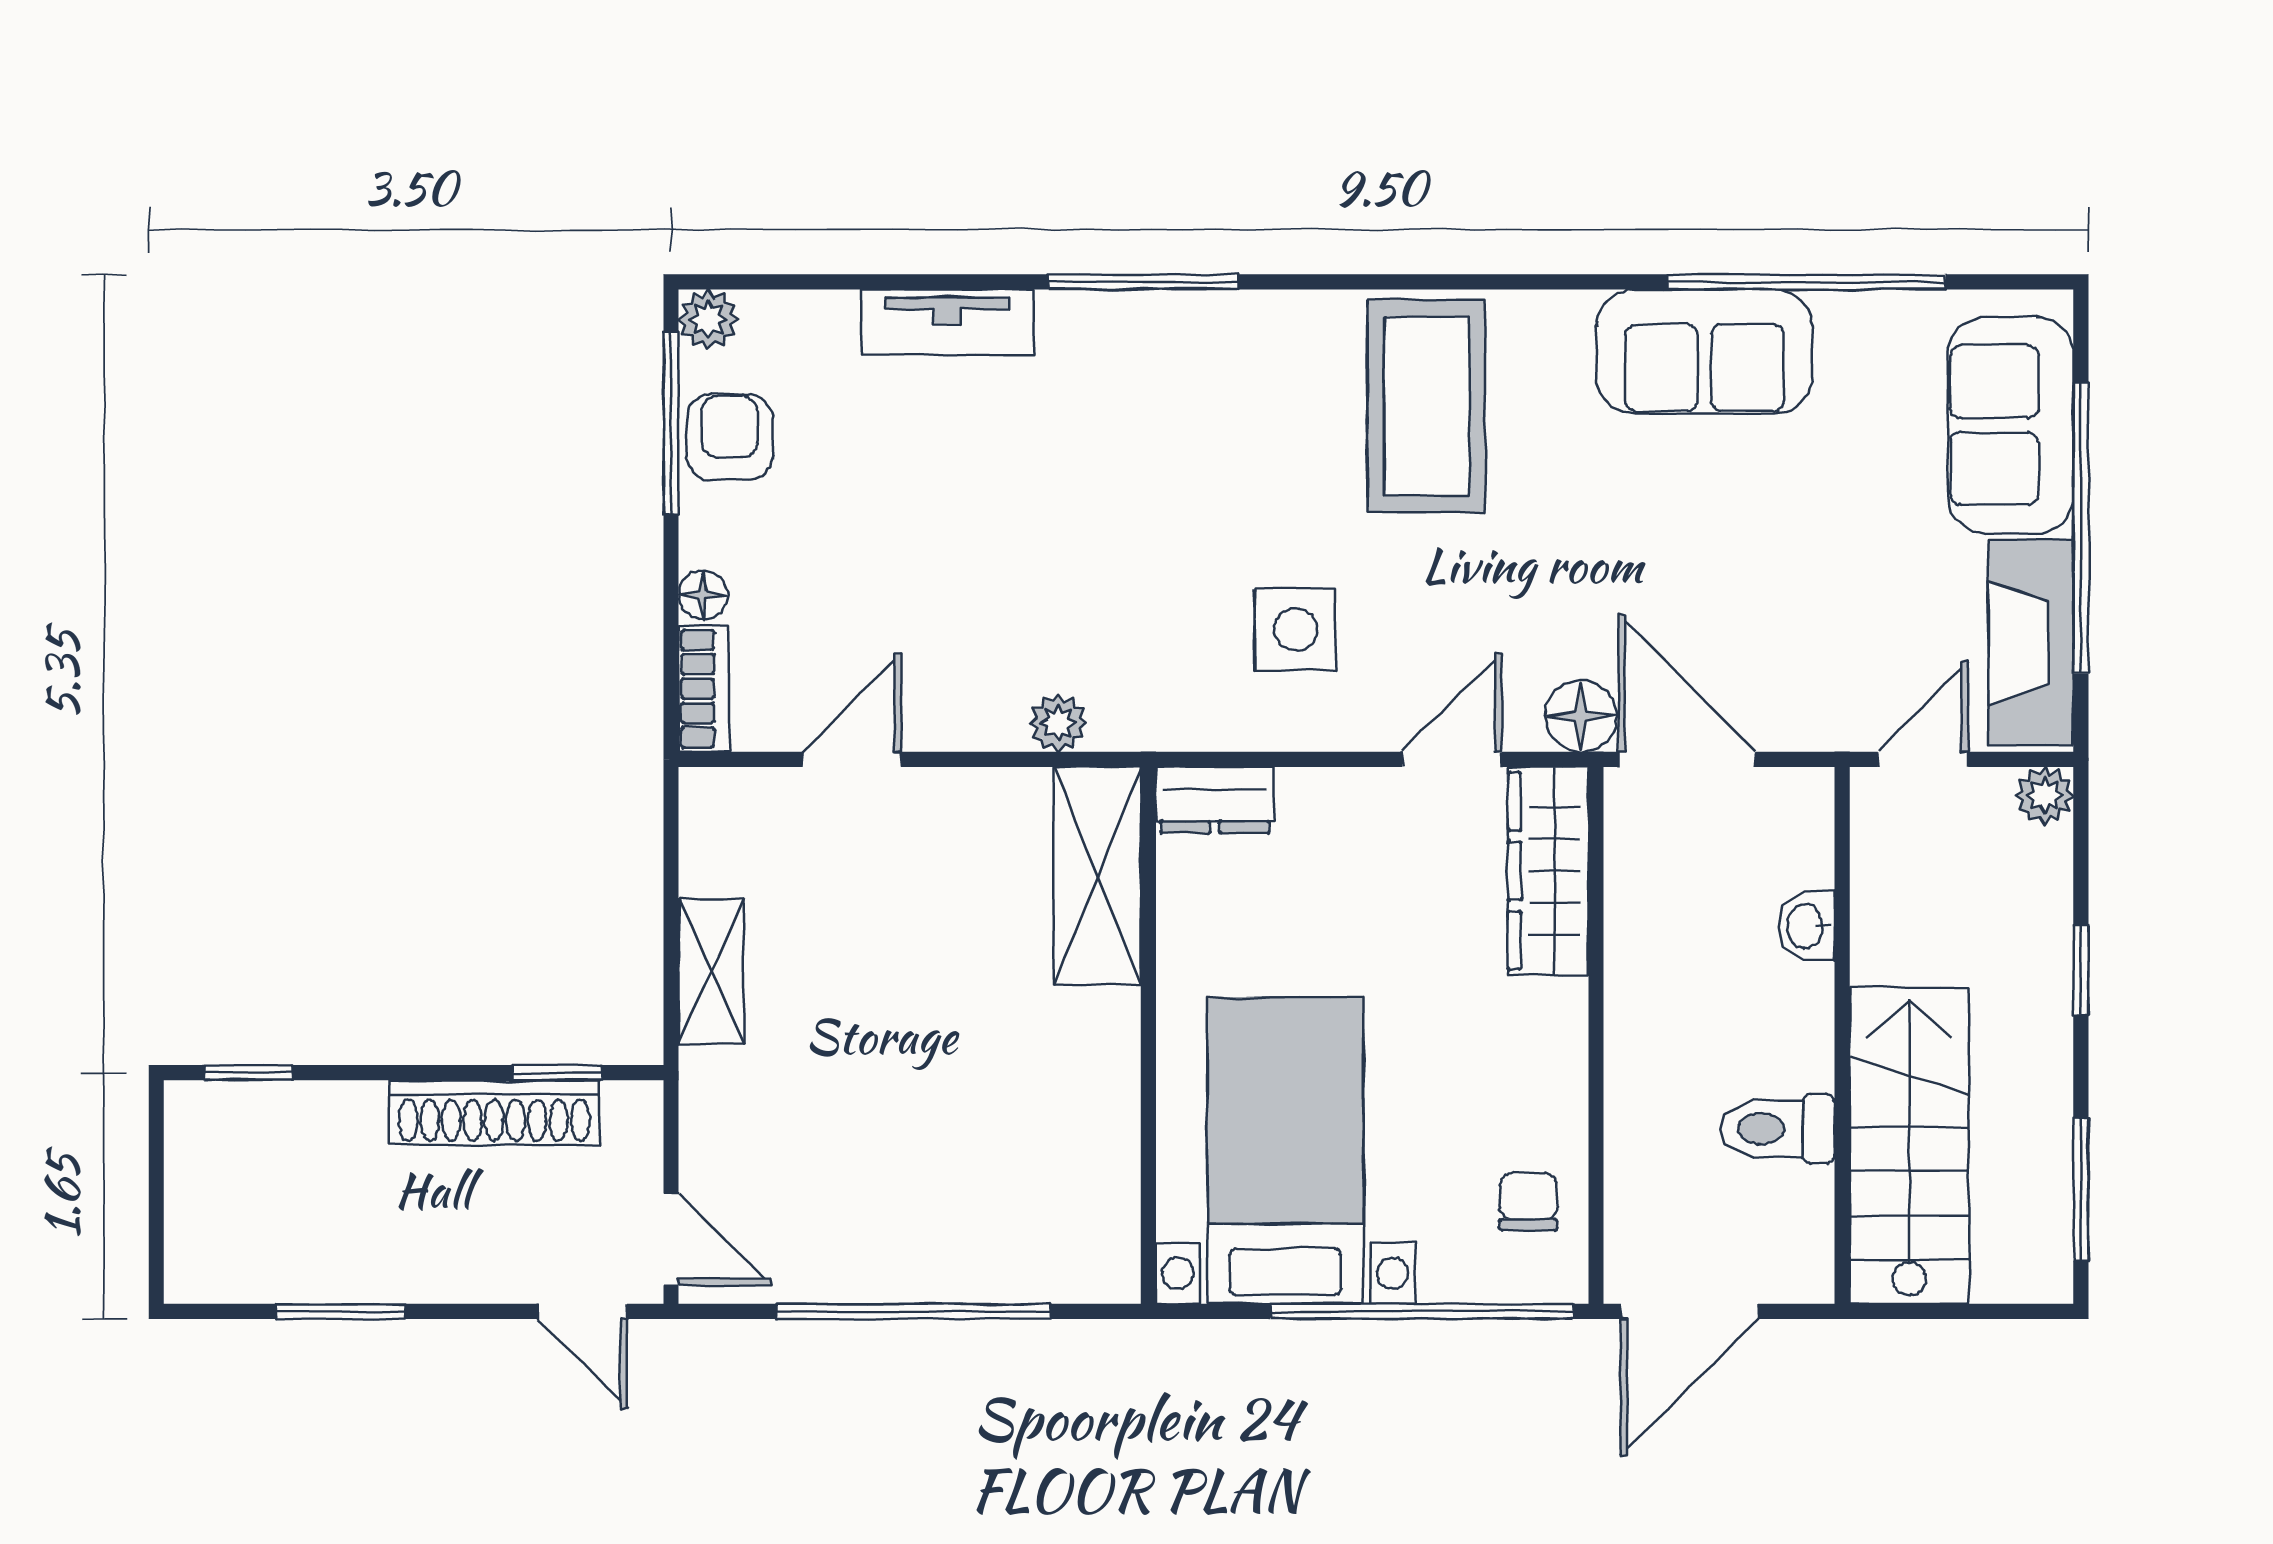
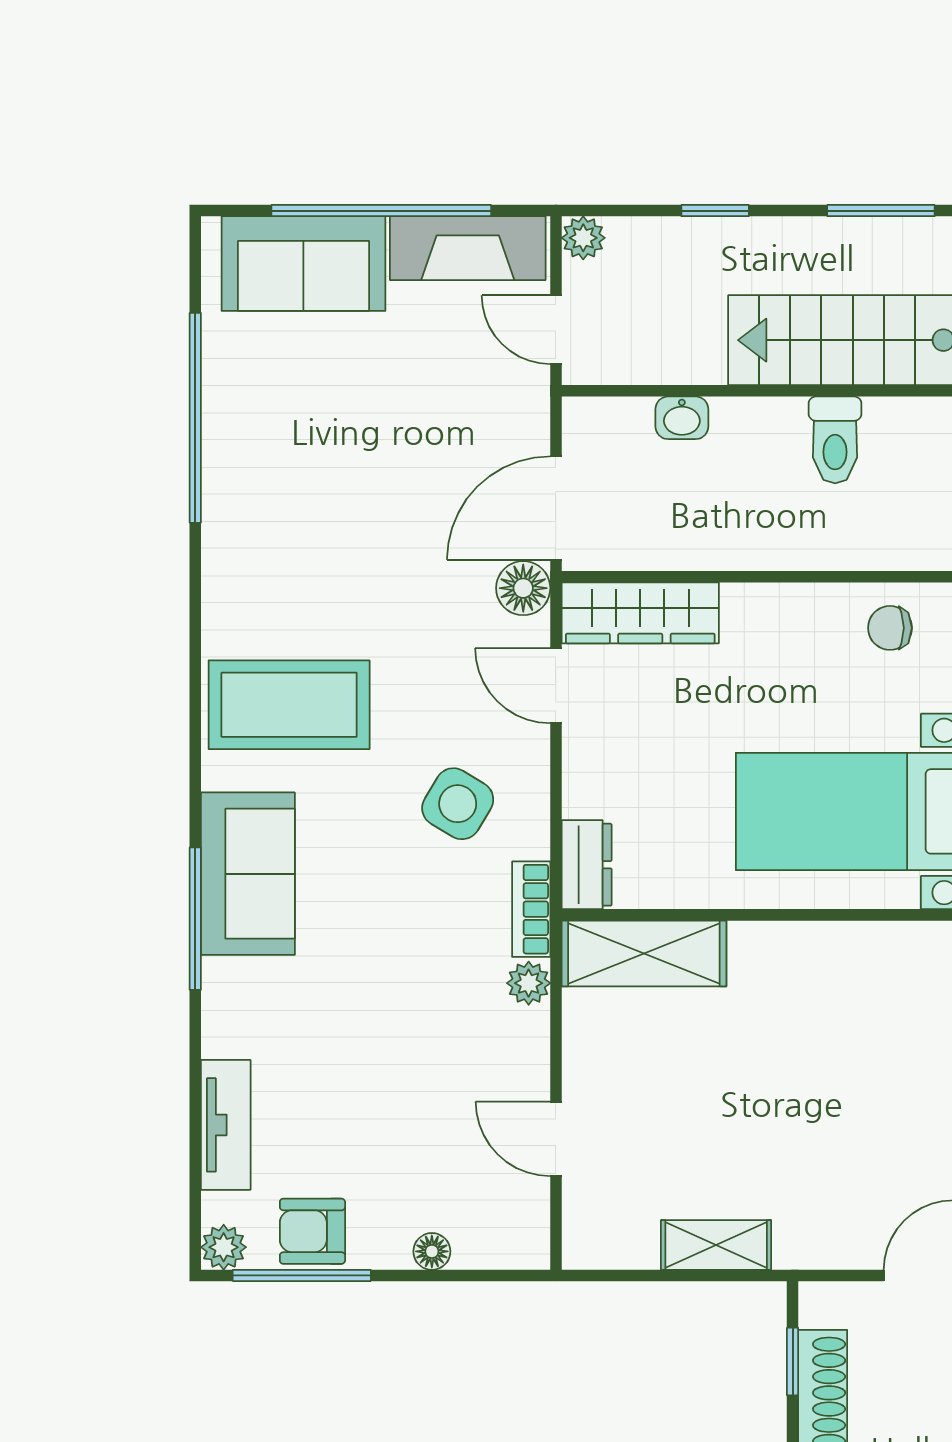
tv unit: (947, 322) -> (226, 1125), moved
sofa: (1704, 351) -> (248, 874), moved
side table: (1296, 629) -> (458, 804), turned 31
bookcase: (704, 689) -> (531, 909), moved, turned -90

